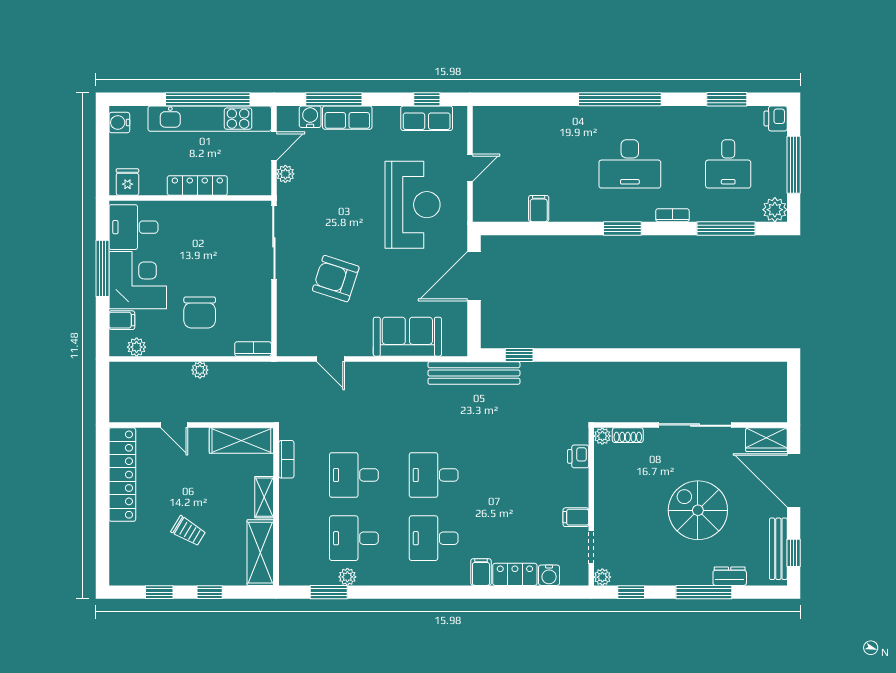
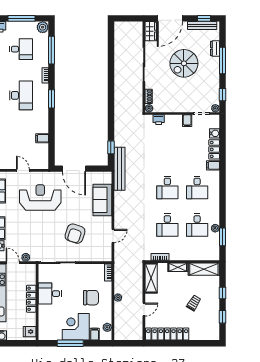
desk: (133, 227) -> (50, 294), moved, turned 90

